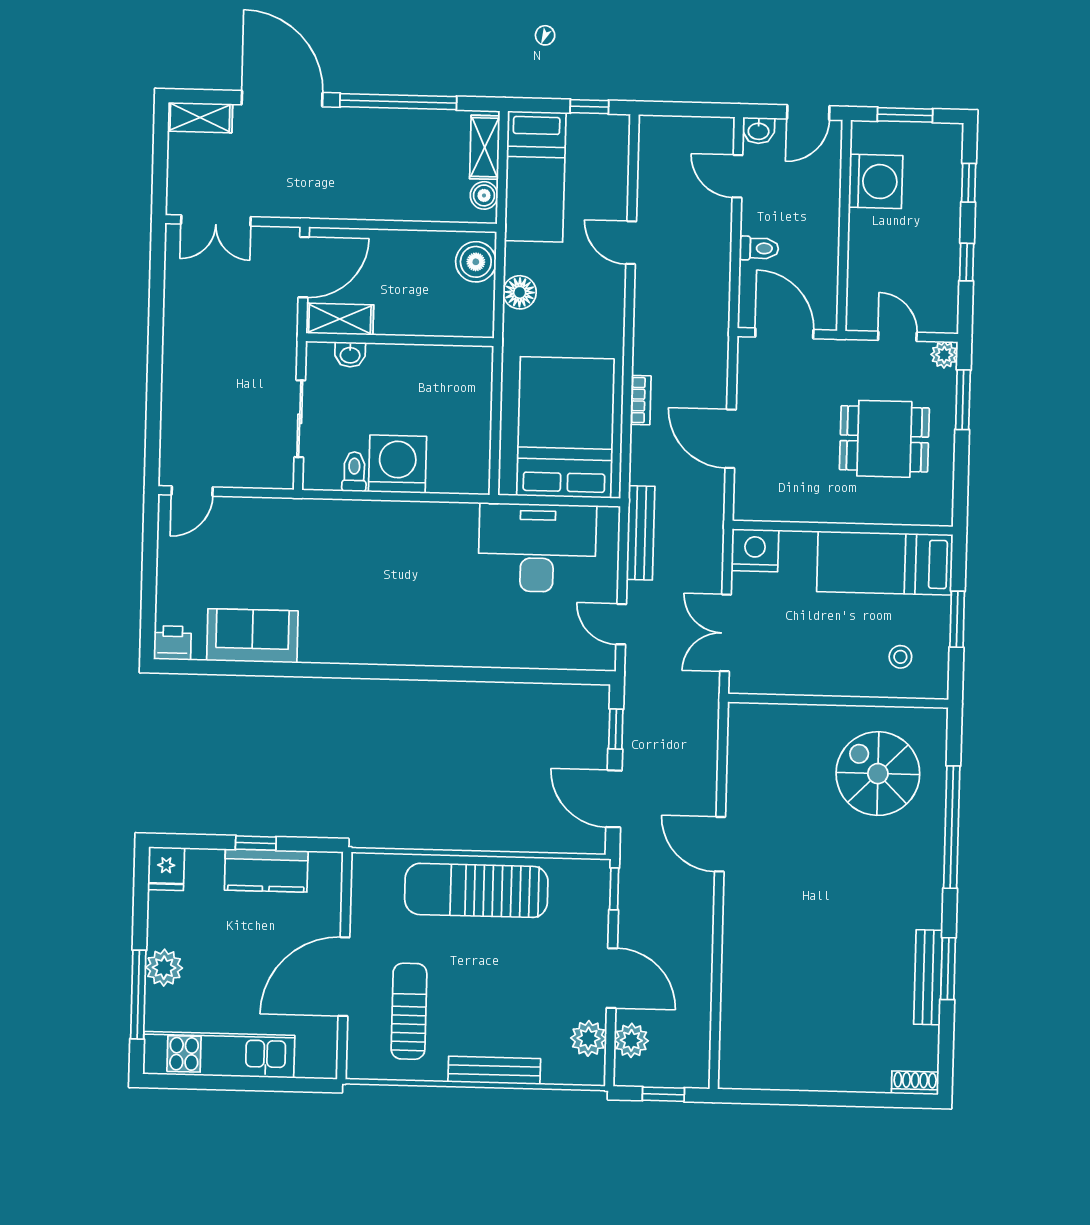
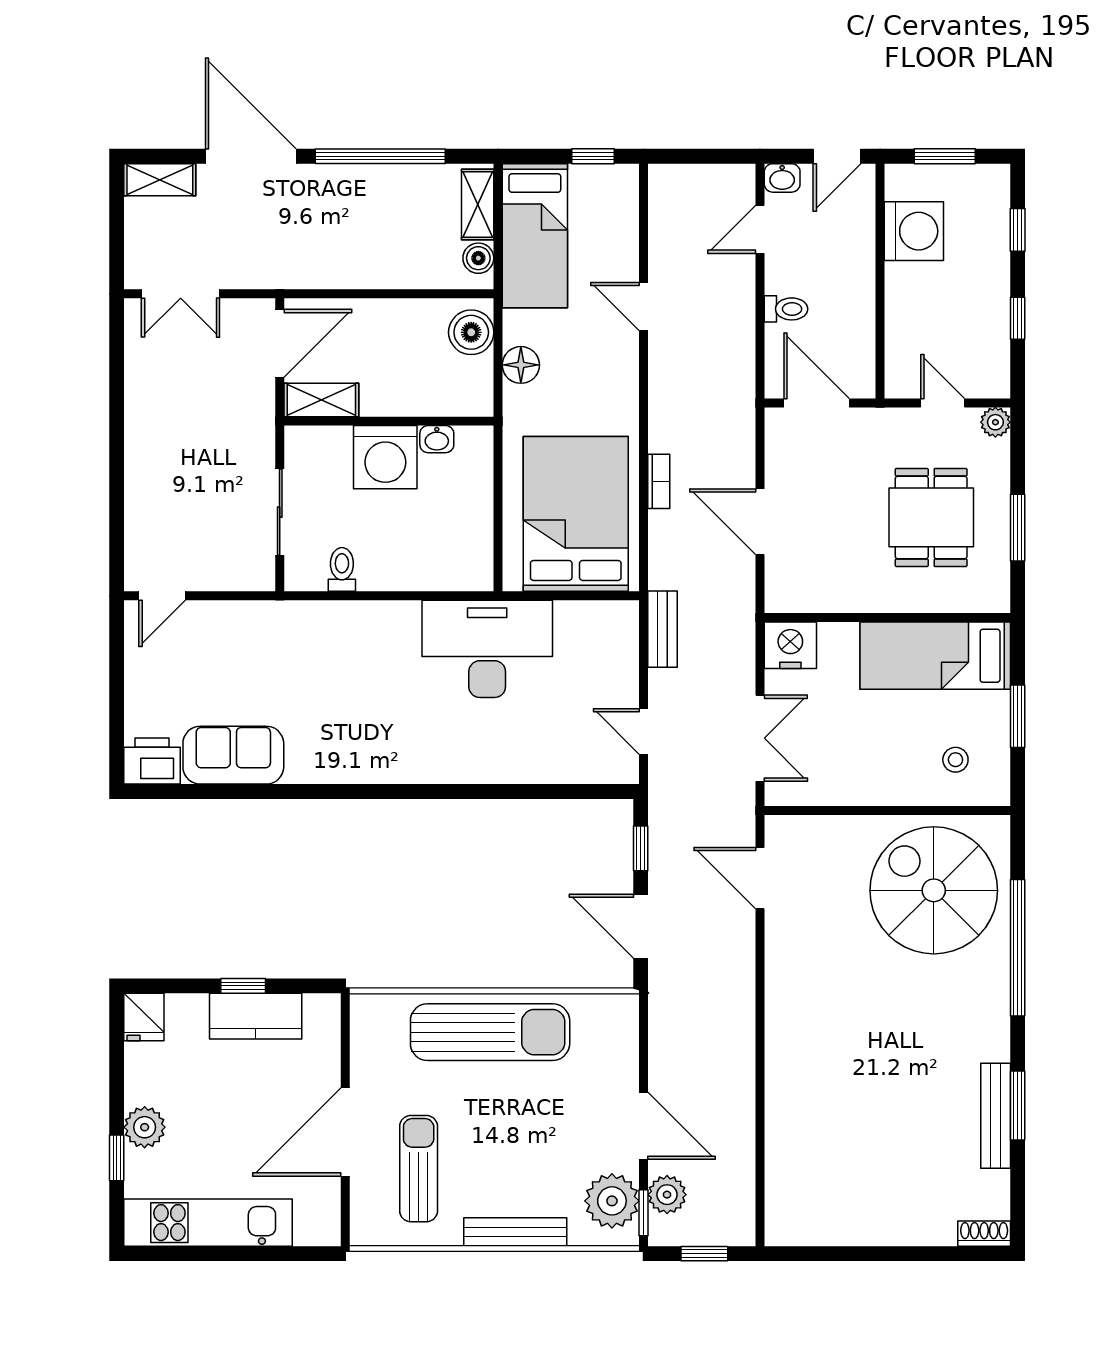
door: (737, 176) -> (760, 229), hinge flipped
washbasin: (350, 355) -> (437, 439), moved
window: (963, 400) -> (1018, 528), moved
dining table: (884, 439) -> (931, 517), turned 90
washing machine: (398, 464) -> (385, 457), moved, turned 180
bench: (641, 533) -> (663, 629), width x0.73
desk: (537, 548) -> (487, 649), moved
double door: (725, 633) -> (760, 738), swing flipped
printer: (172, 643) -> (152, 761), width x1.36, depth x1.24
spiral stairs: (878, 774) -> (934, 890), width x1.37, depth x1.37
door: (720, 844) -> (760, 878), moved
window: (614, 889) -> (644, 1213), moved
sun lounger: (476, 890) -> (490, 1032), turned 180
window: (138, 995) -> (117, 1158), width x0.46
plant: (588, 1038) -> (612, 1201), width x1.36, depth x1.36

